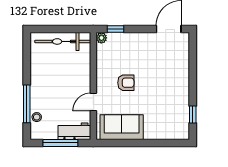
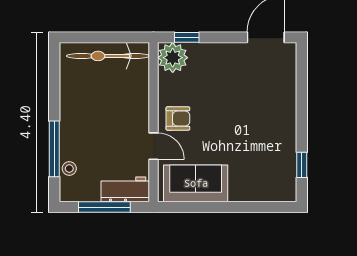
plant: (101, 38) -> (173, 58), width x1.87, depth x1.87
armchair: (126, 83) -> (178, 118), moved
door: (93, 102) -> (153, 146), swing flipped

